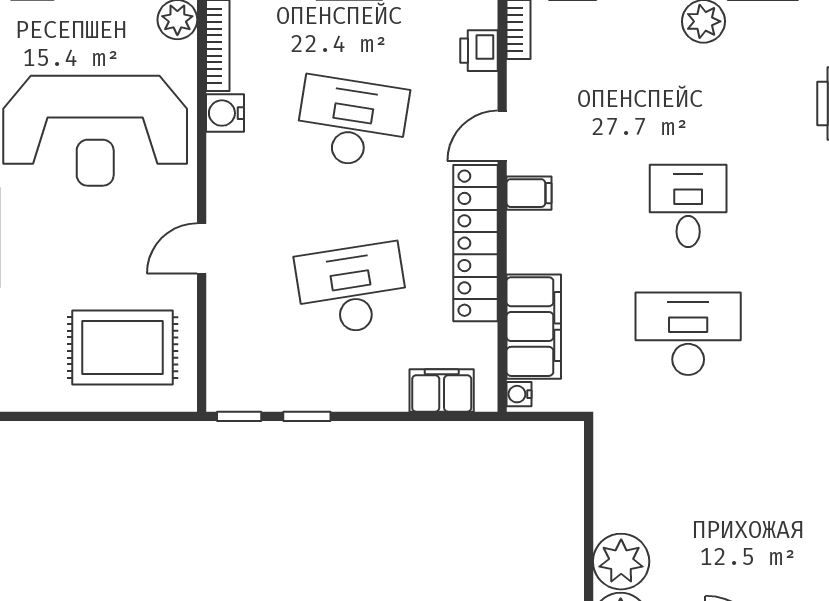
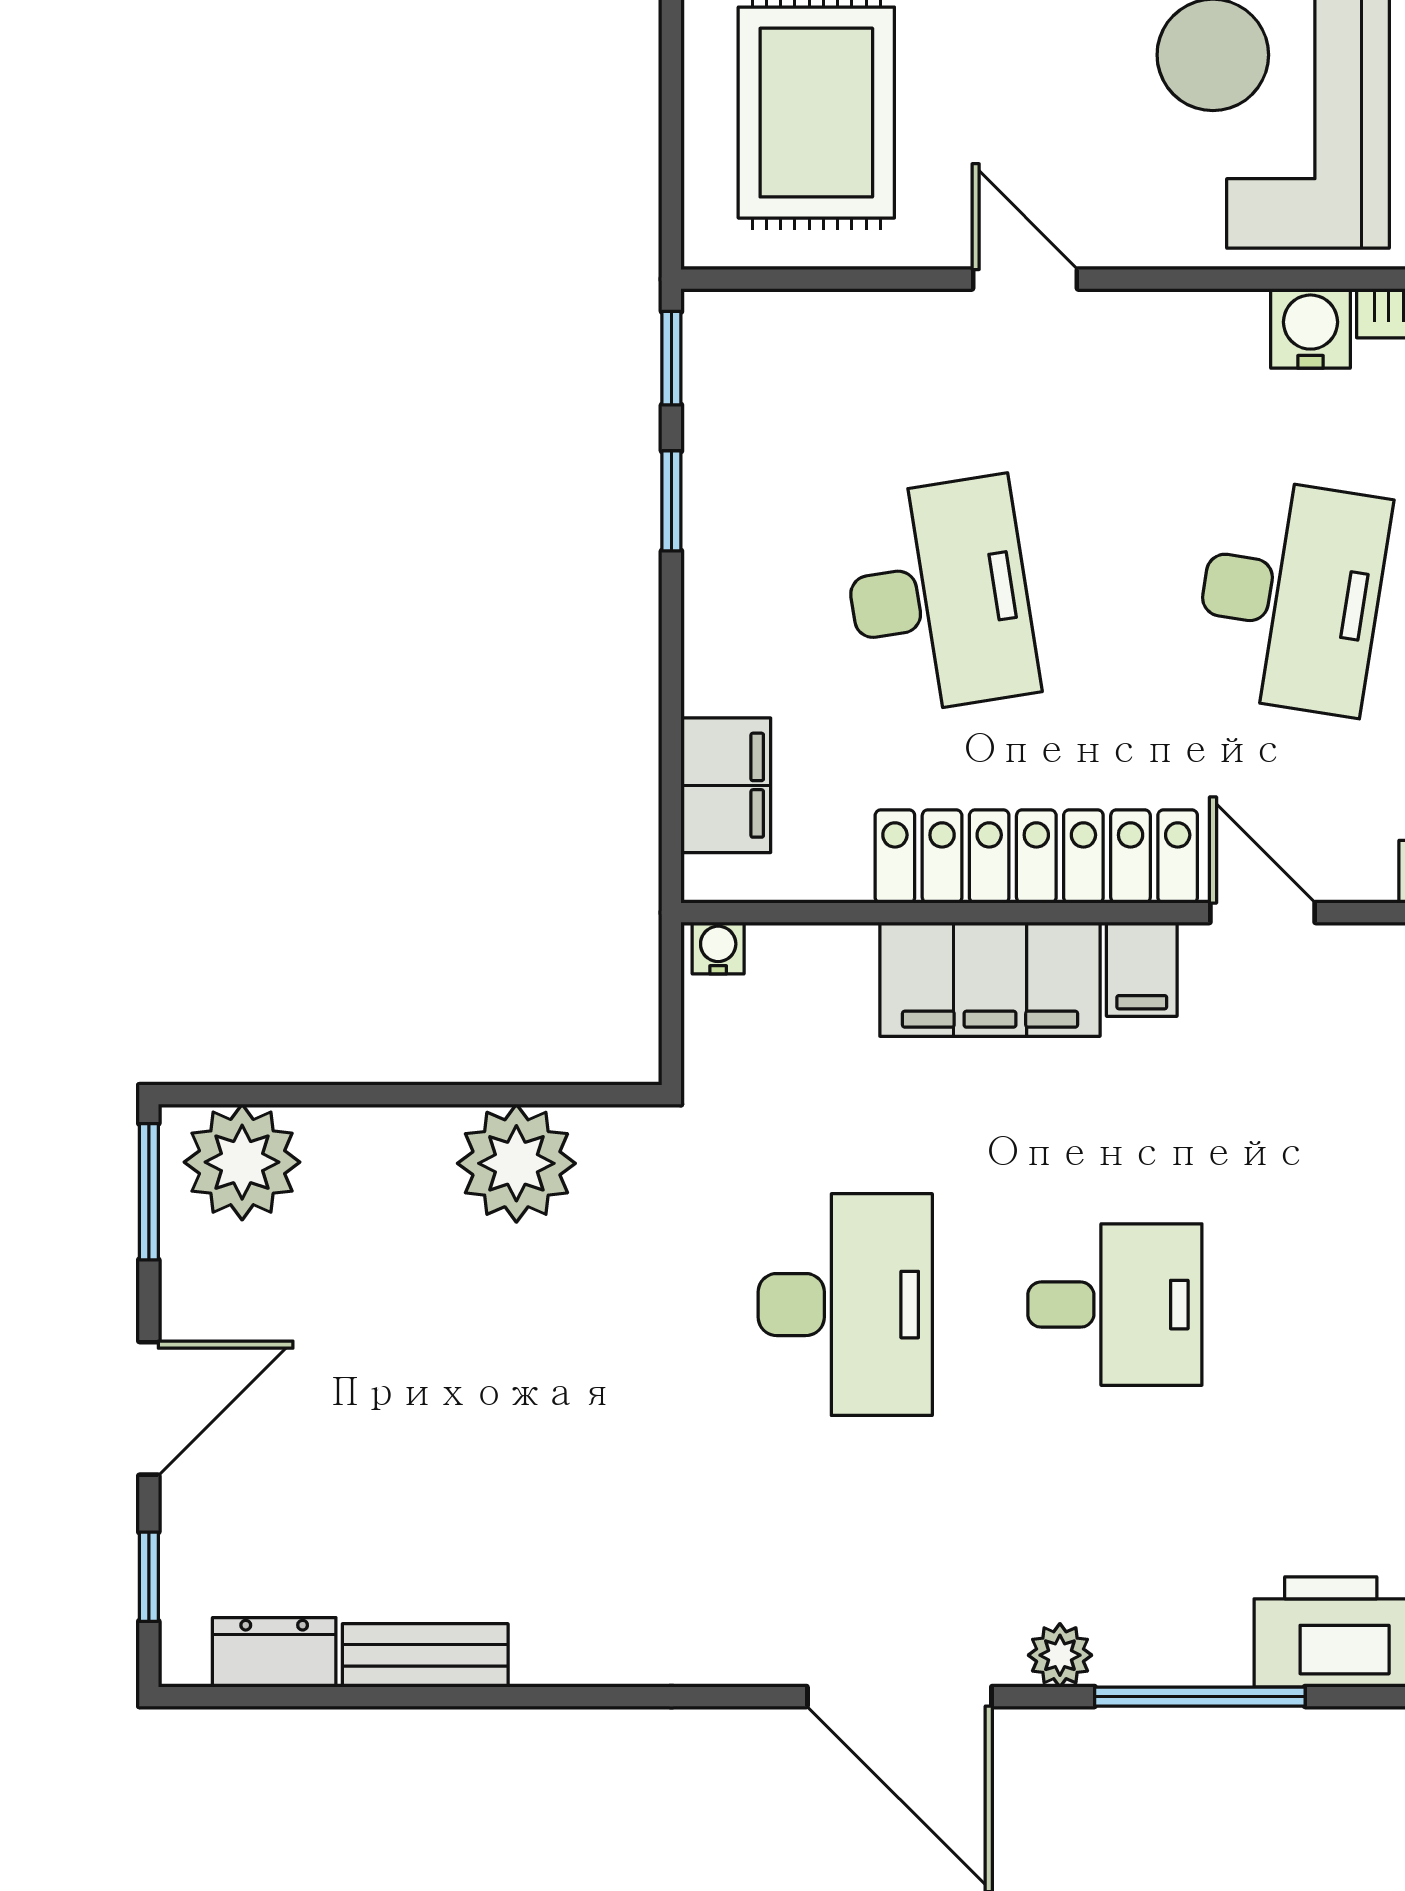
filing cabinet: (534, 327) -> (990, 979), moved
plant: (621, 562) -> (516, 1163), moved

